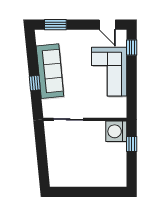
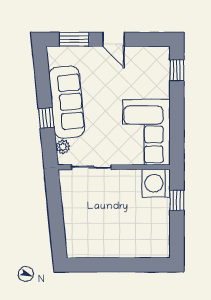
door: (107, 25) -> (114, 39), moved
corner sofa: (109, 72) -> (146, 132), moved
plant: (47, 104) -> (63, 147), added

